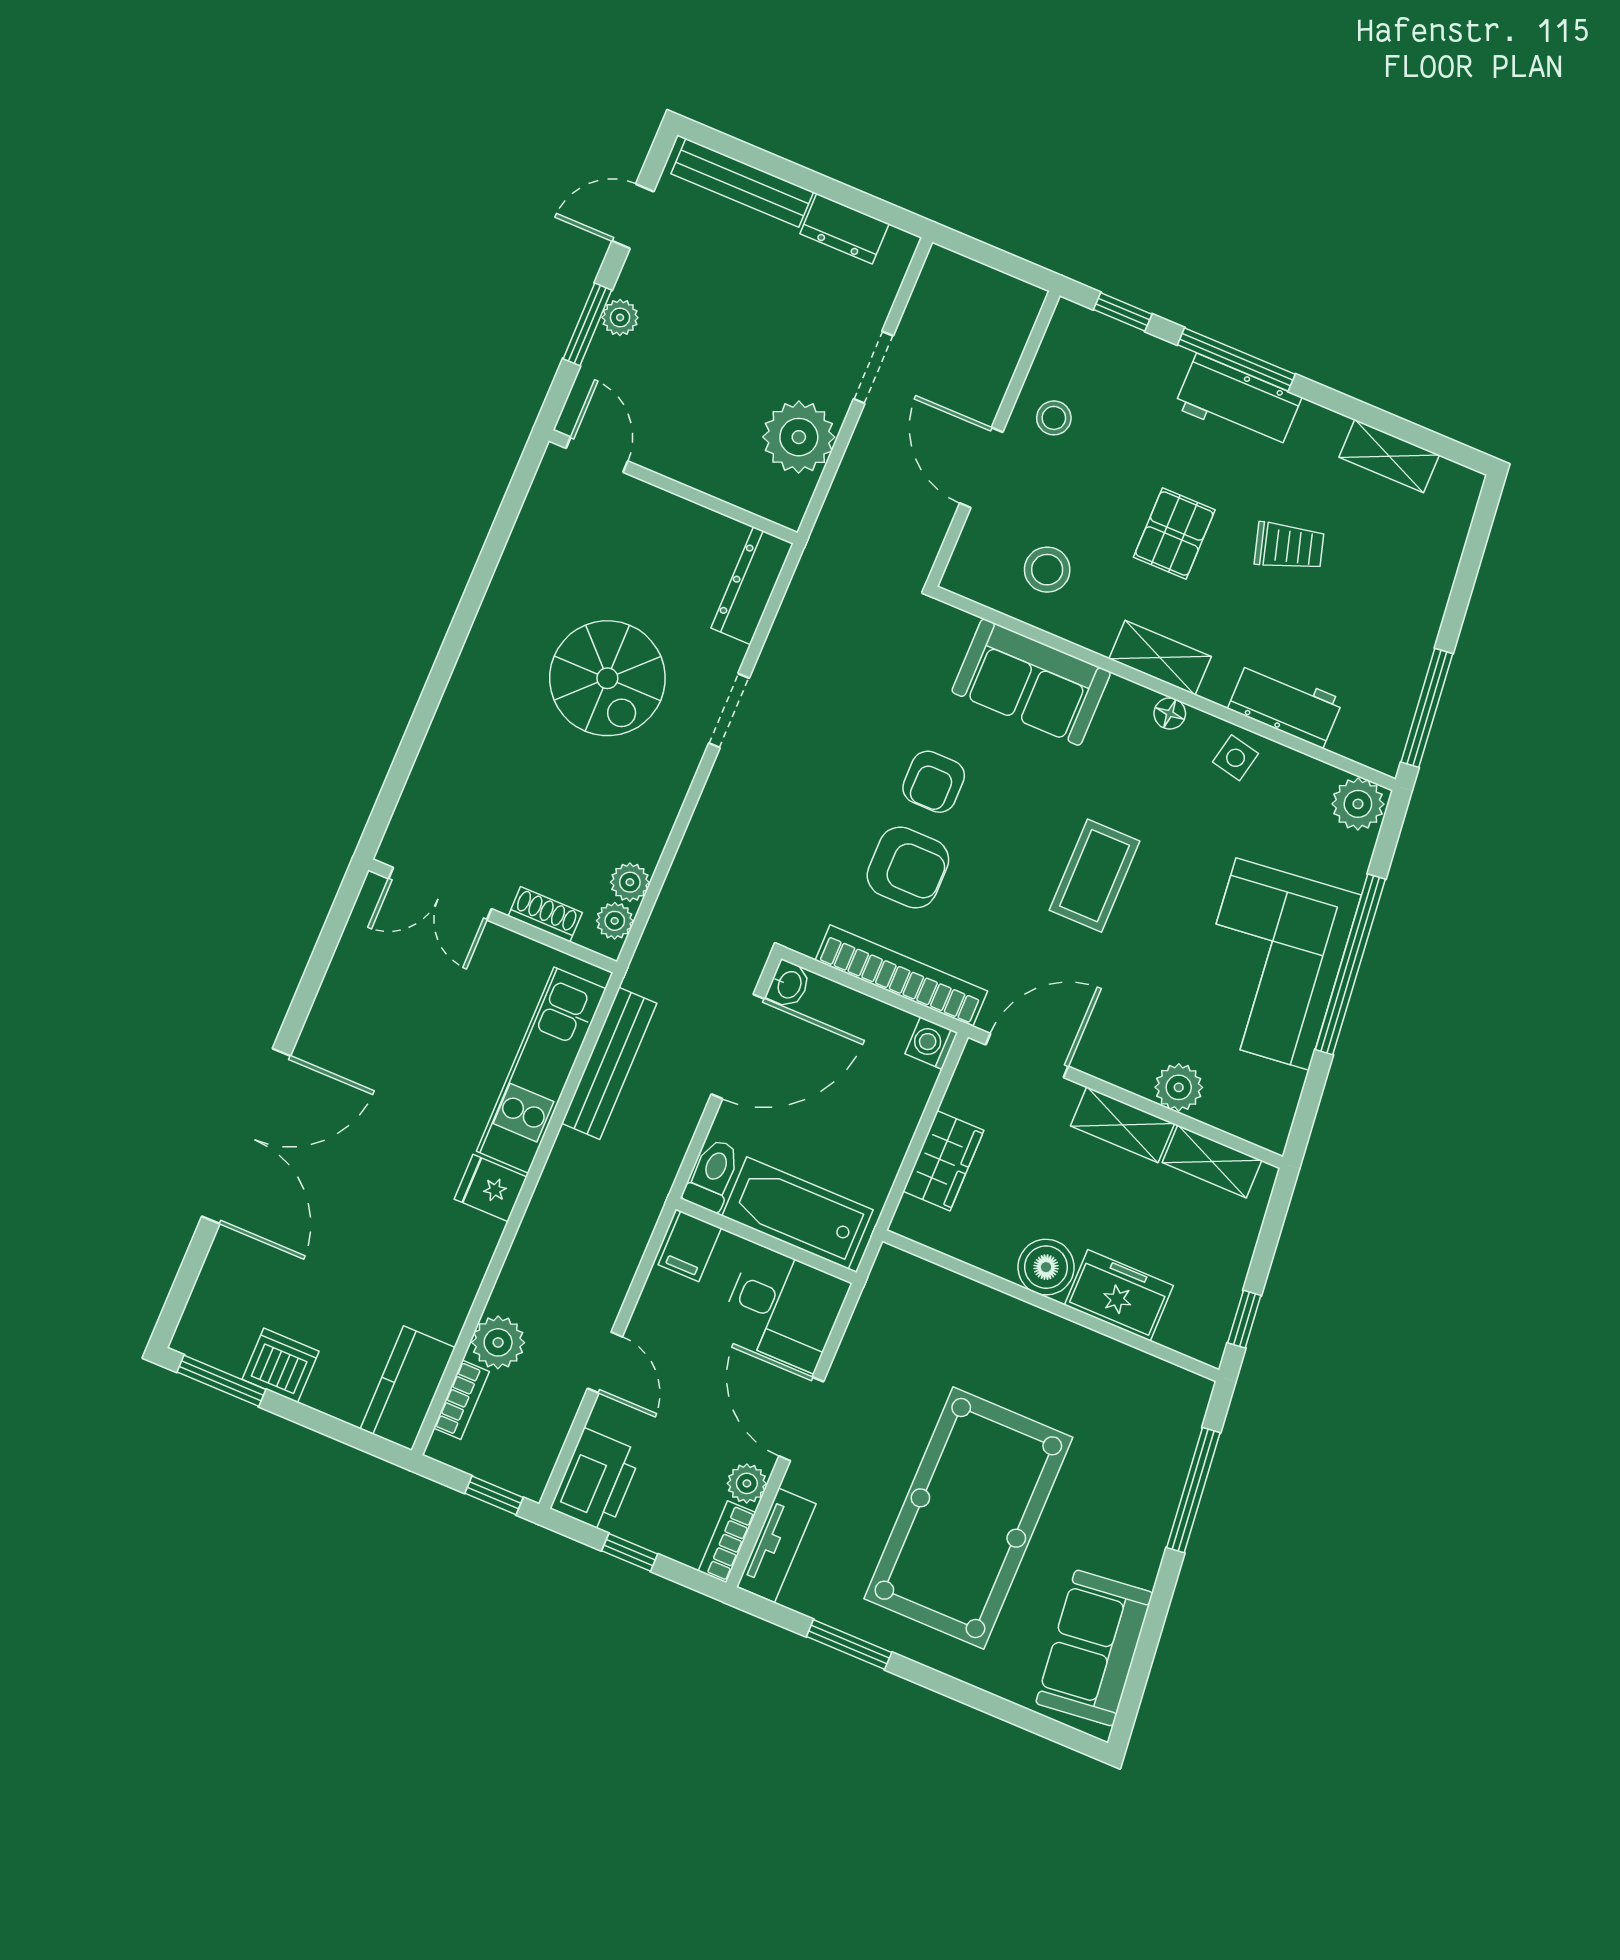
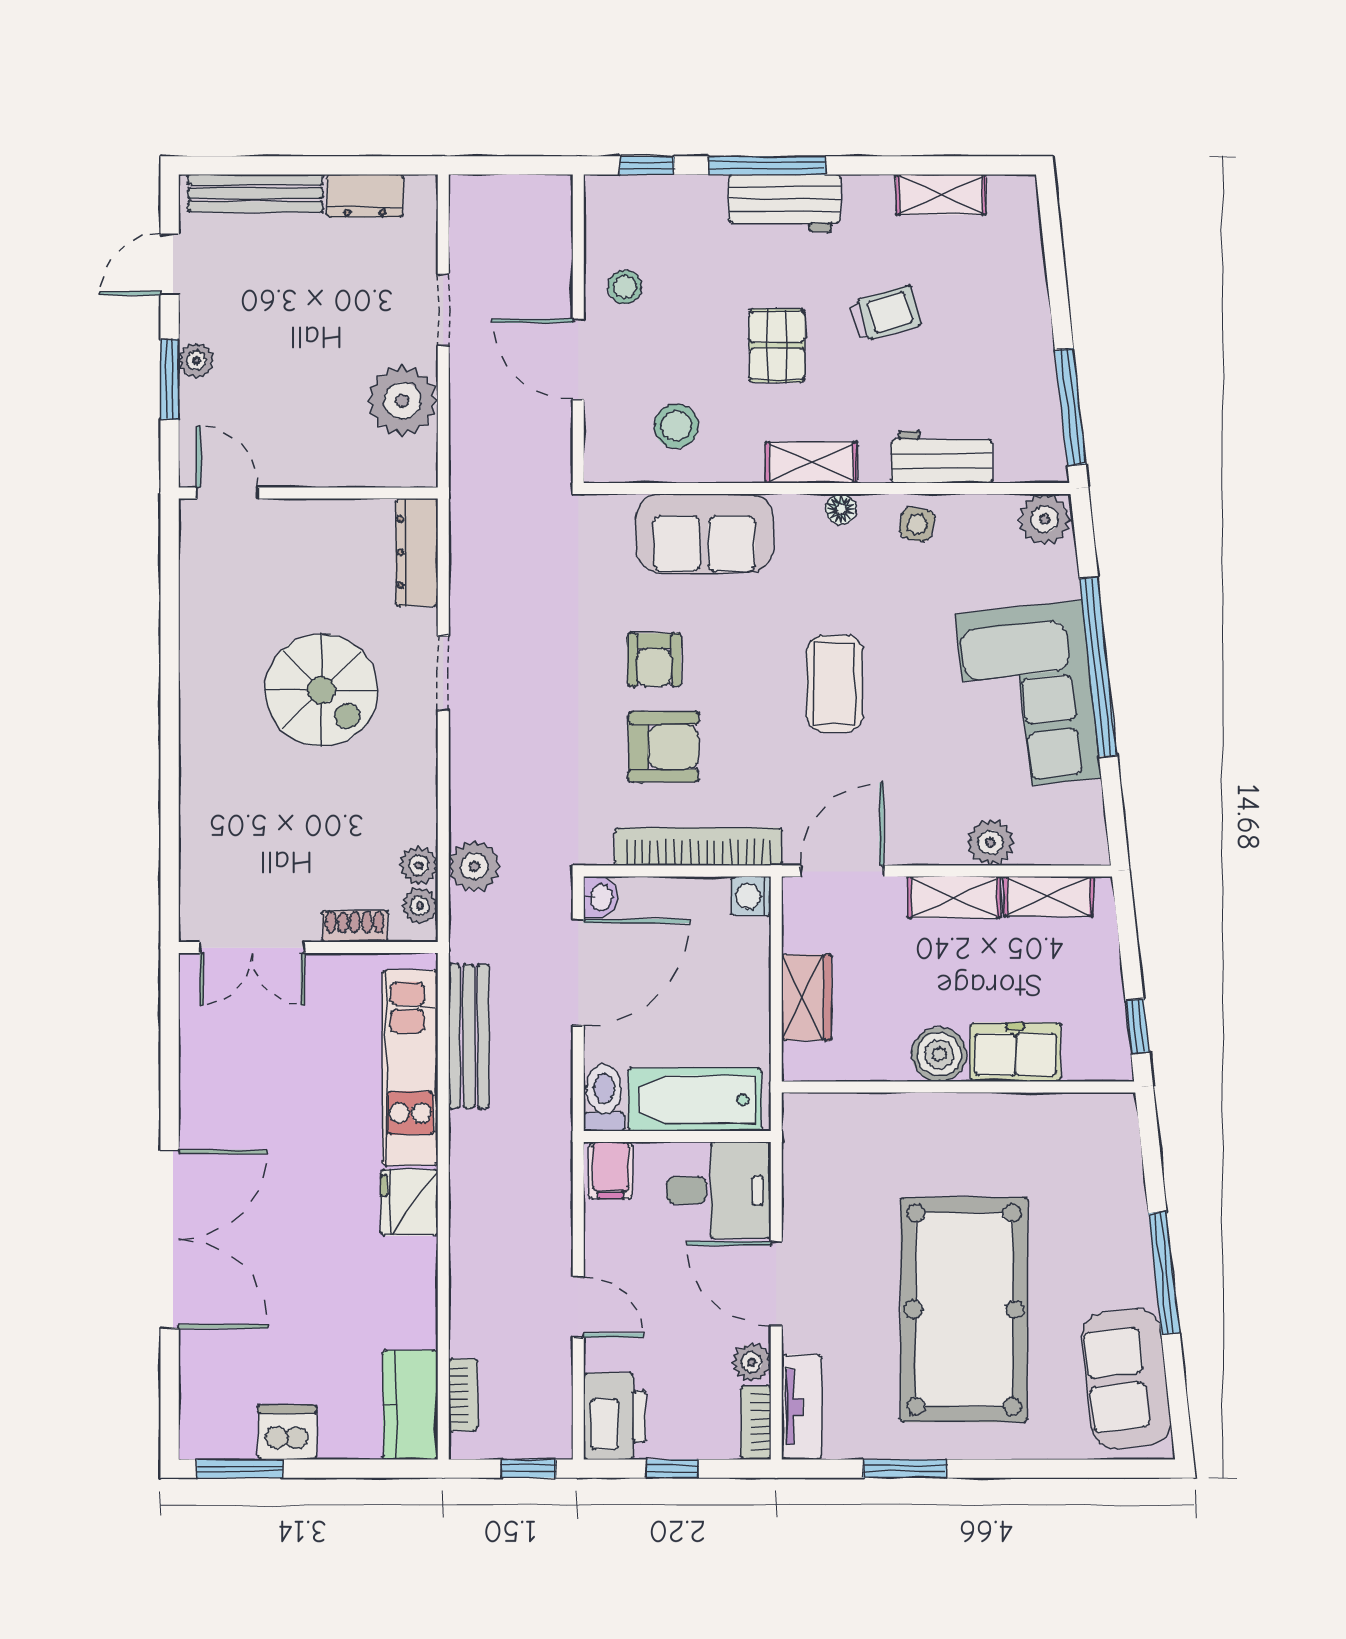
fridge: (491, 1188) -> (409, 1203), width x1.38
plant: (498, 1342) -> (474, 866), moved
window: (1193, 1490) -> (1164, 1273), moved

